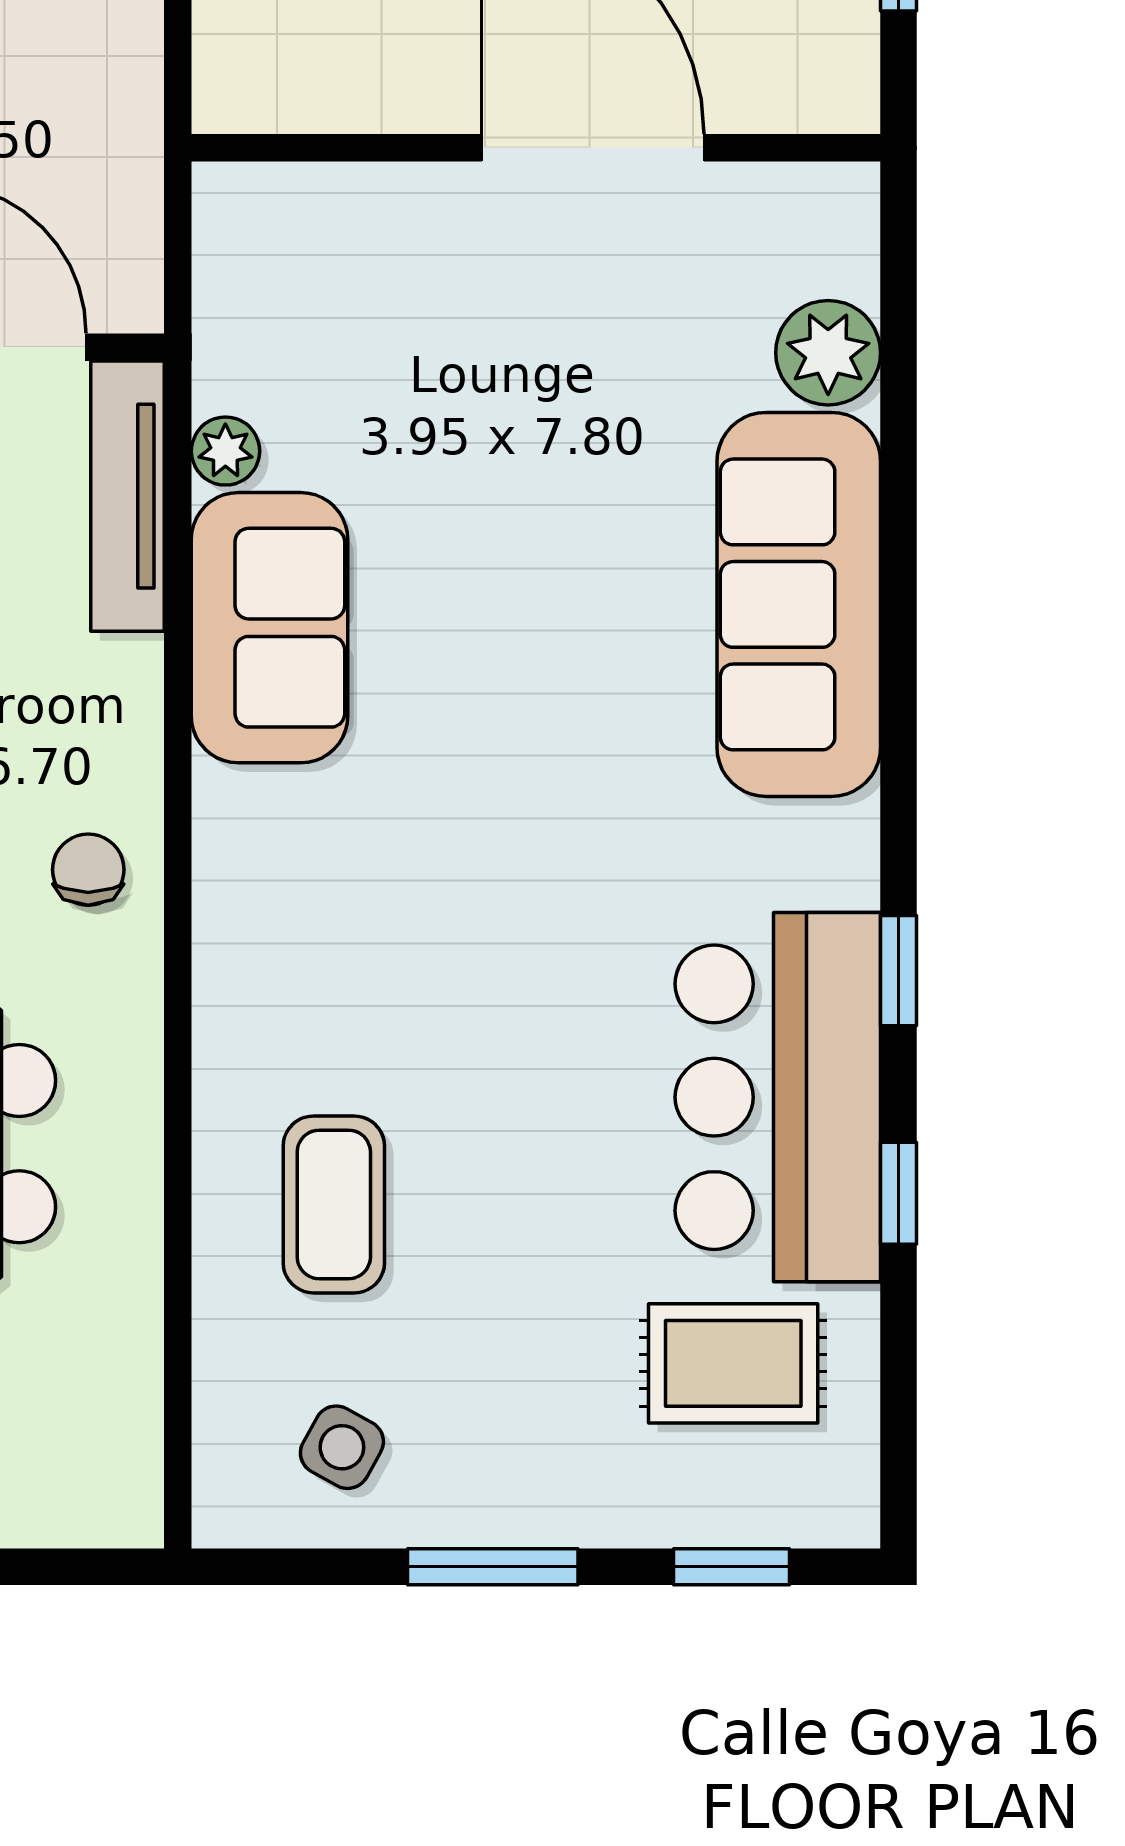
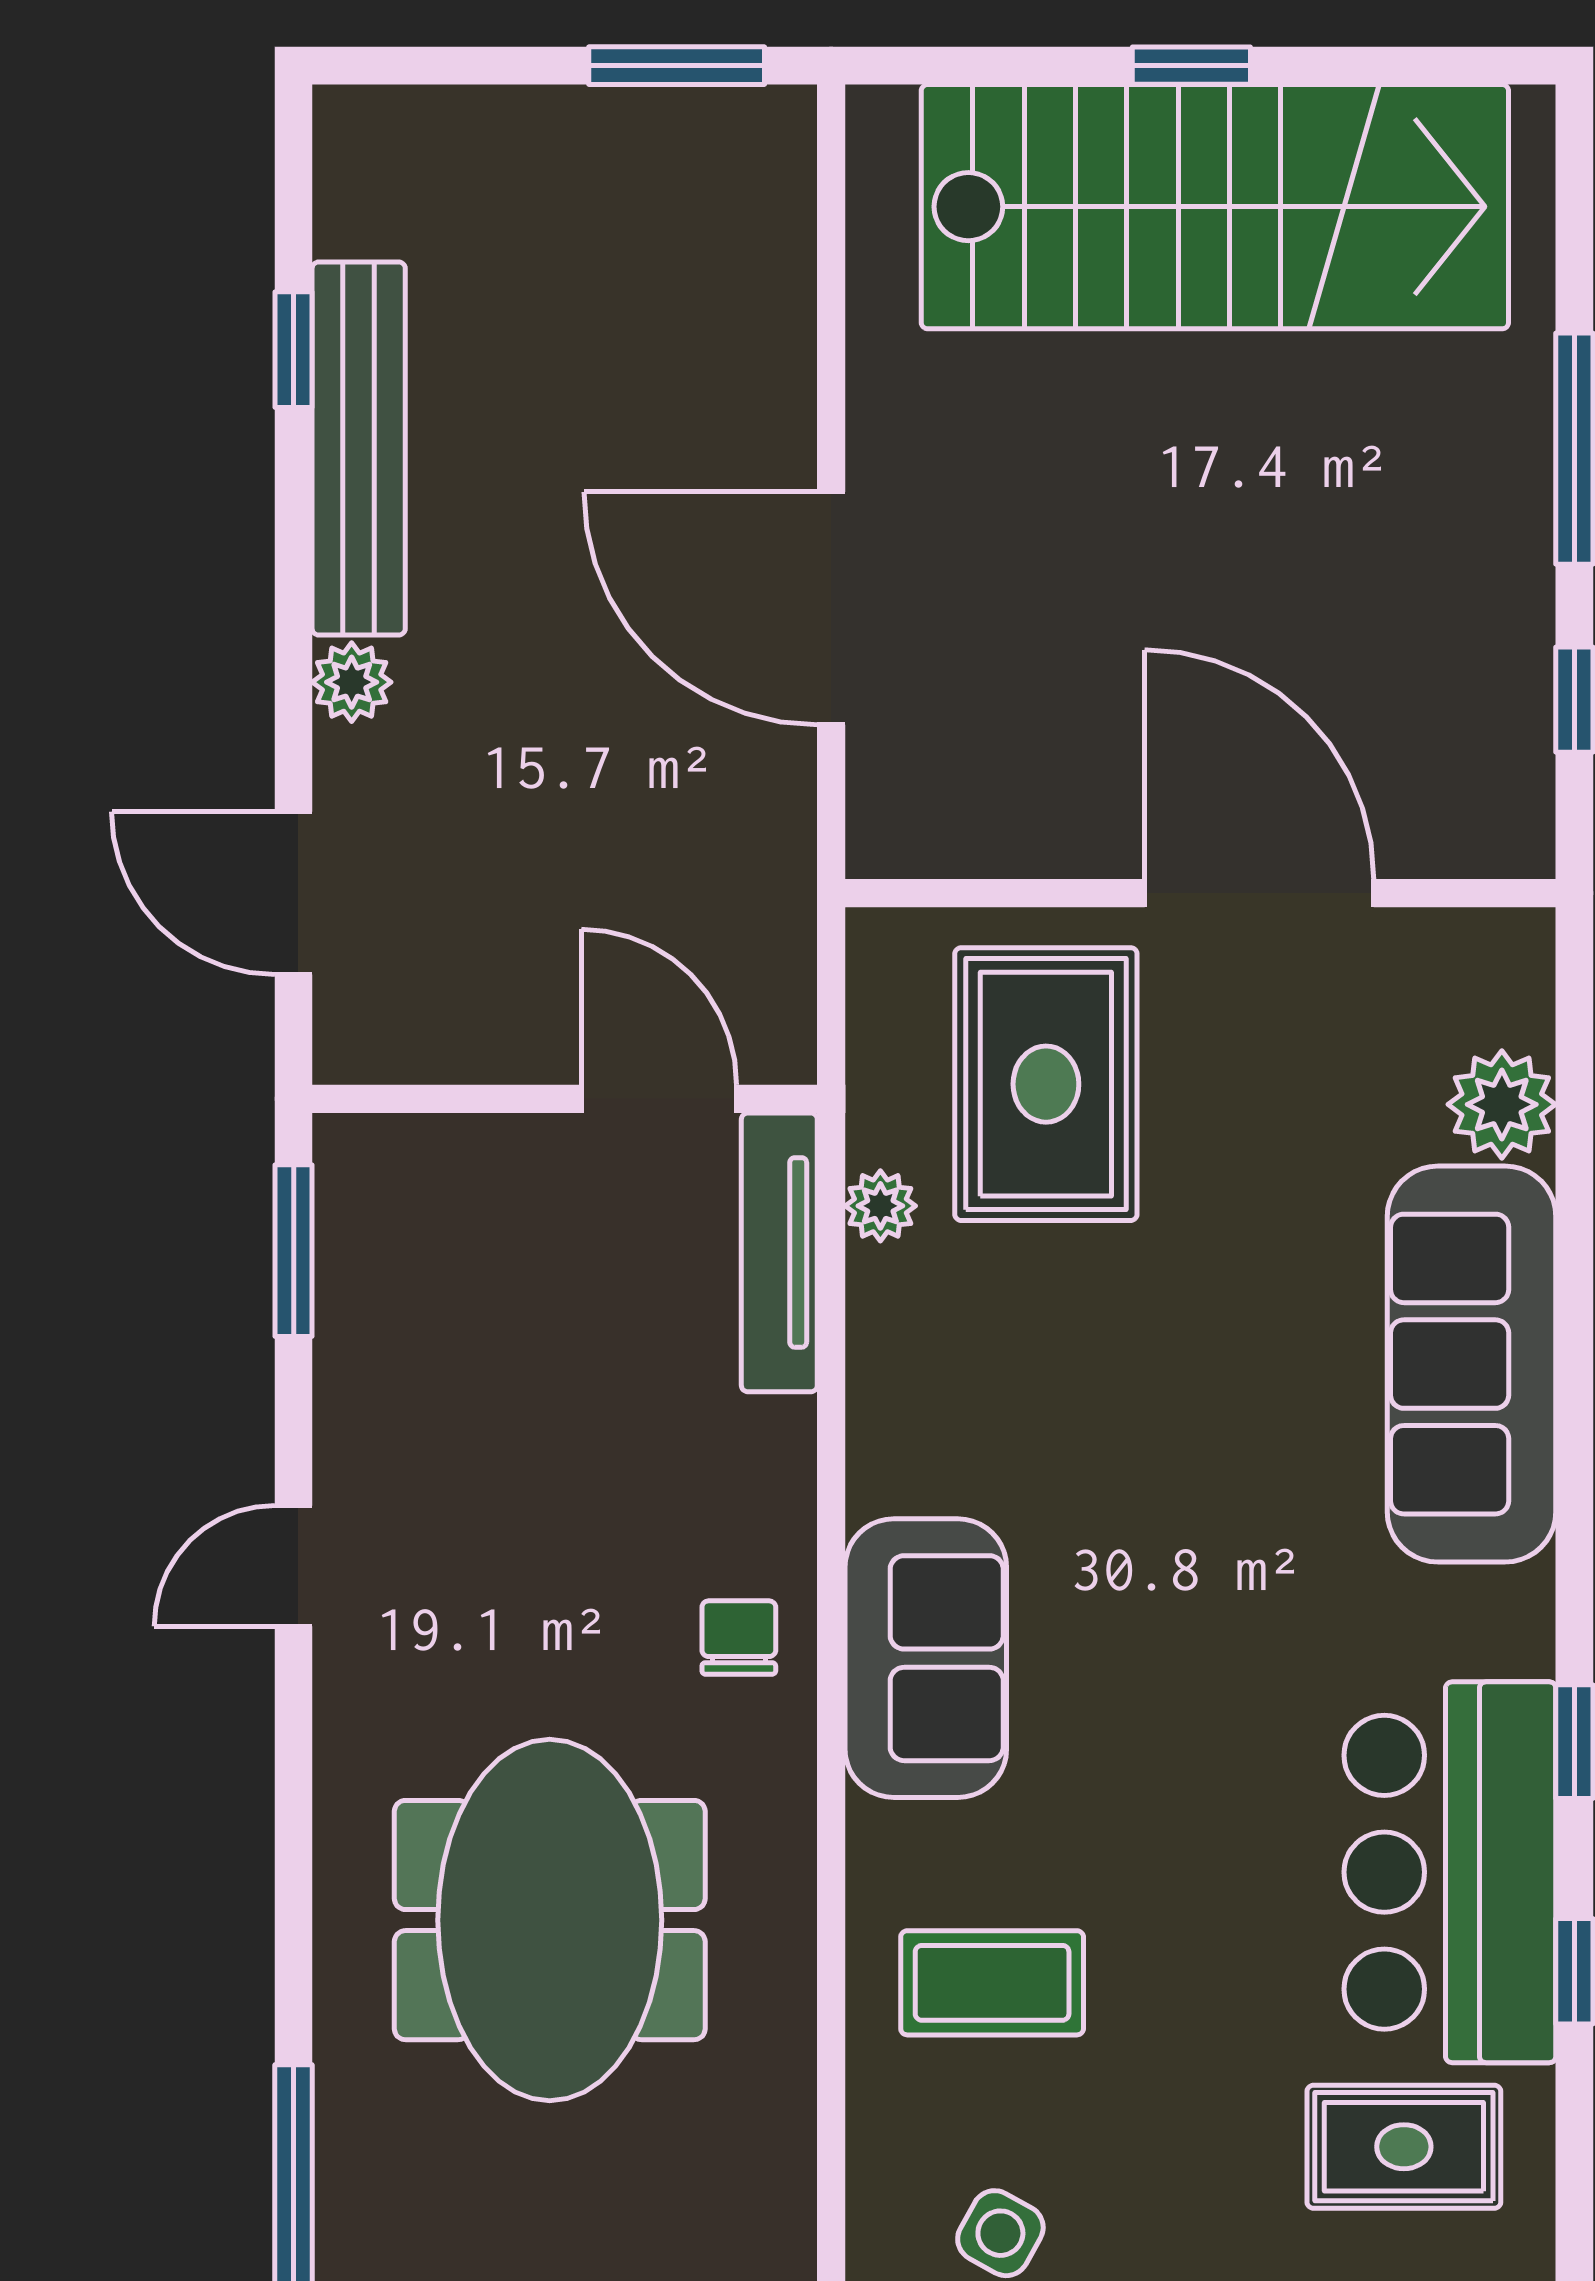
rug: (386, 333) -> (1046, 1084), added
sofa: (270, 628) -> (926, 1658), moved
coffee table: (334, 1204) -> (992, 1983), turned 90

